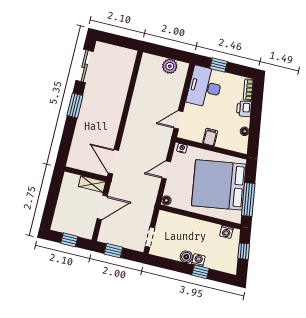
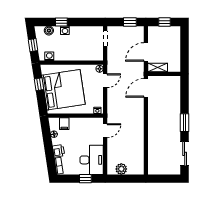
filing cabinet: (210, 137) -> (64, 124), moved
door: (113, 162) -> (146, 88), swing flipped
door: (166, 170) -> (105, 81), moved
window: (248, 199) -> (39, 84), width x0.46
boiler: (186, 257) -> (49, 31), moved

